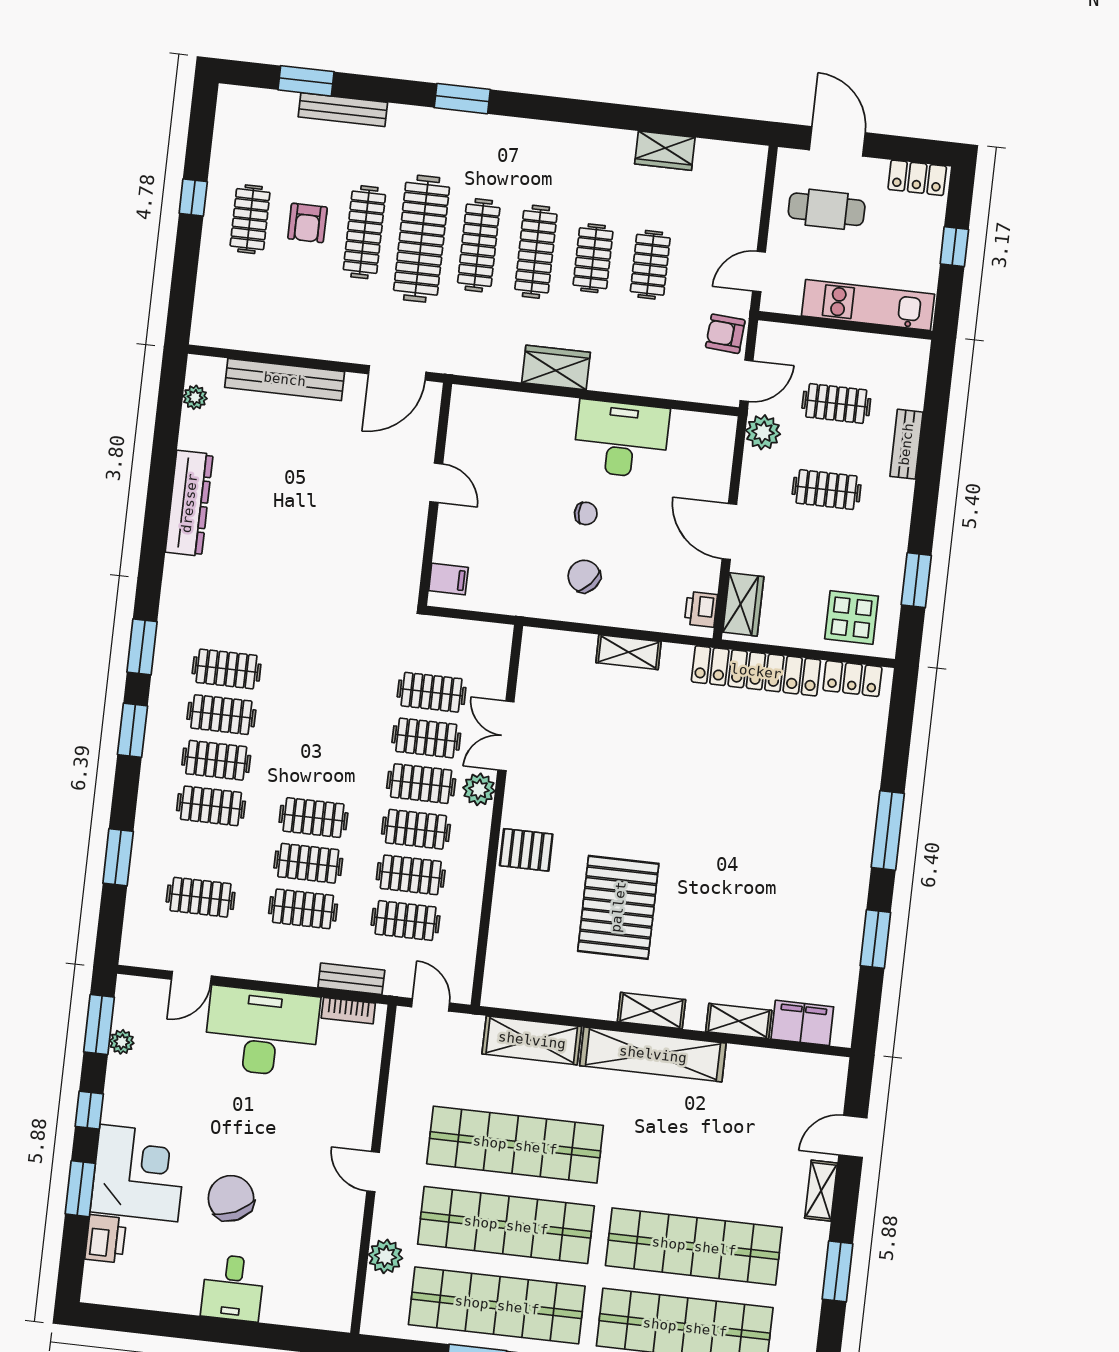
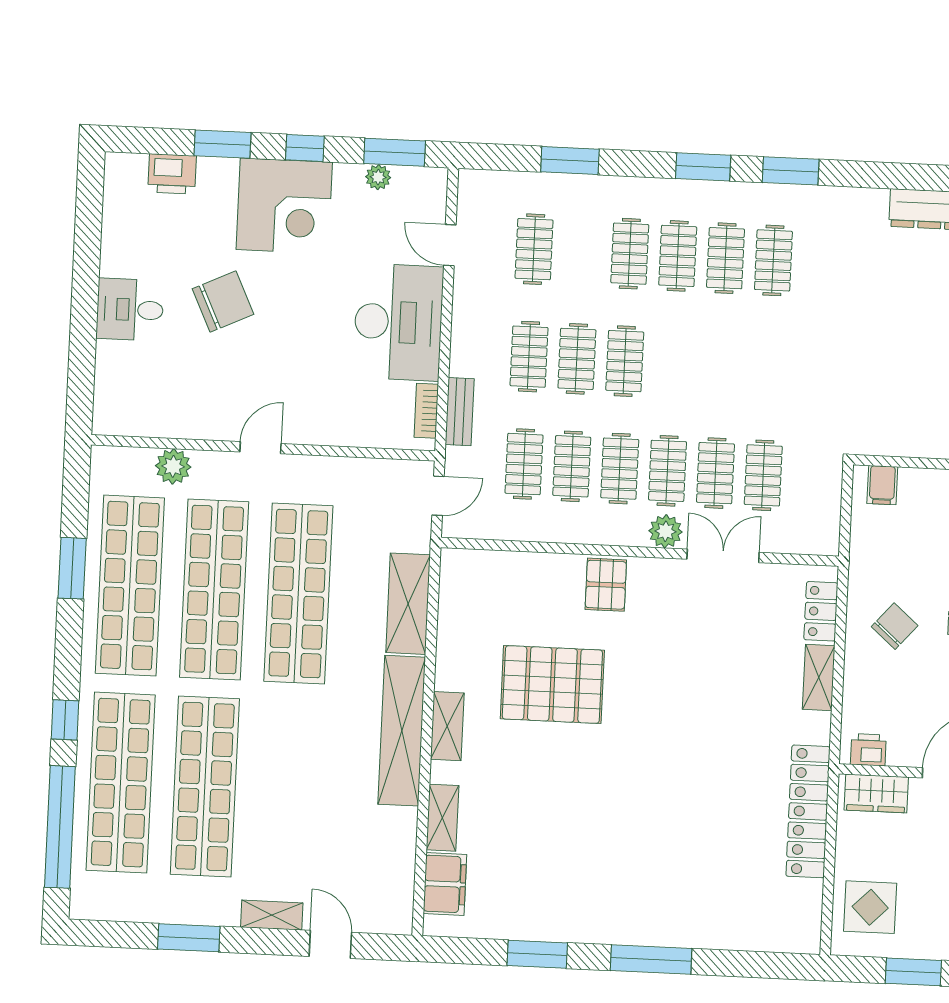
locker: (852, 679) -> (821, 611), moved
corner desk: (139, 1173) -> (284, 206), moved

